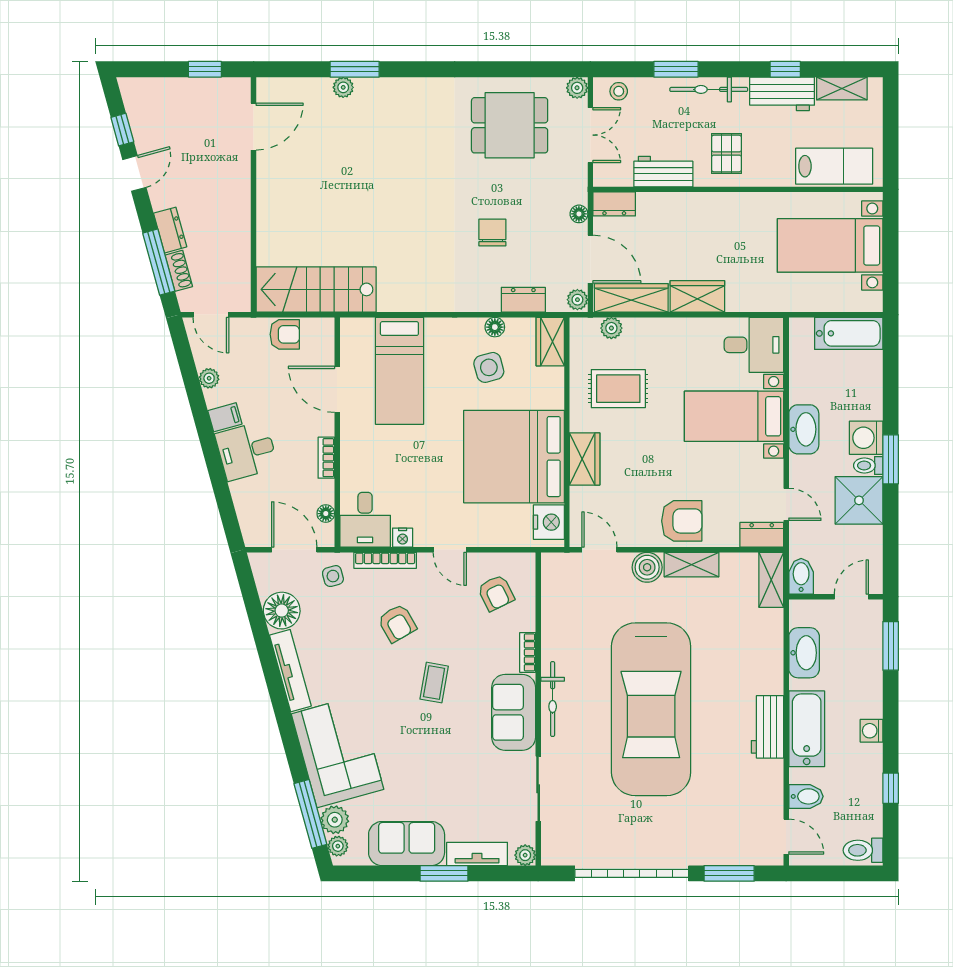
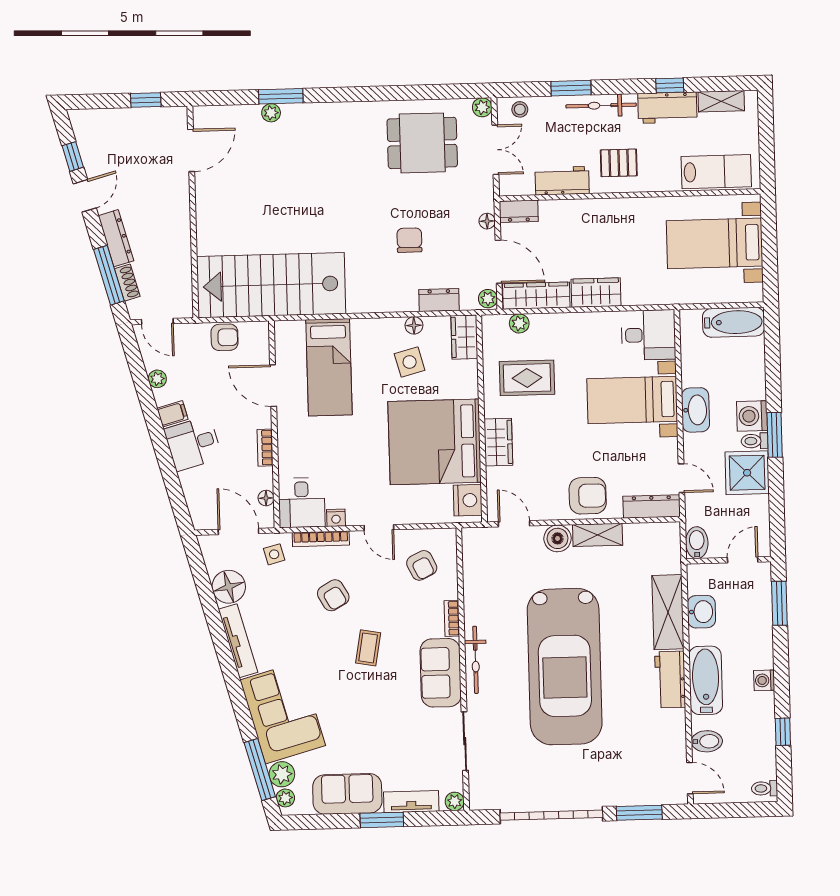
pallet: (726, 153) -> (619, 163), turned 90
dresser: (170, 230) -> (116, 238), width x1.44
stairs: (316, 289) -> (271, 285), width x1.36, depth x1.51
dresser: (762, 535) -> (652, 506), width x1.44
shelving: (771, 580) -> (668, 612), moved, width x1.50, depth x1.33
washbasin: (804, 653) -> (701, 612), width x0.72
toilet: (863, 850) -> (765, 788), width x0.73, depth x0.72

